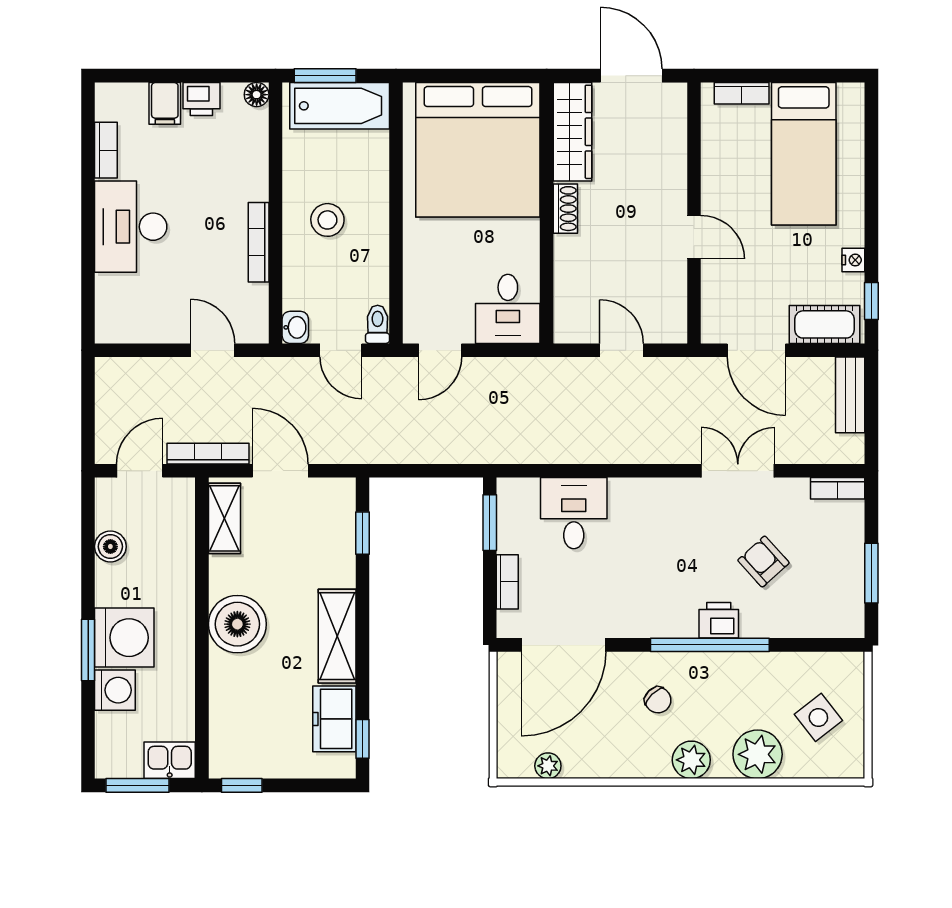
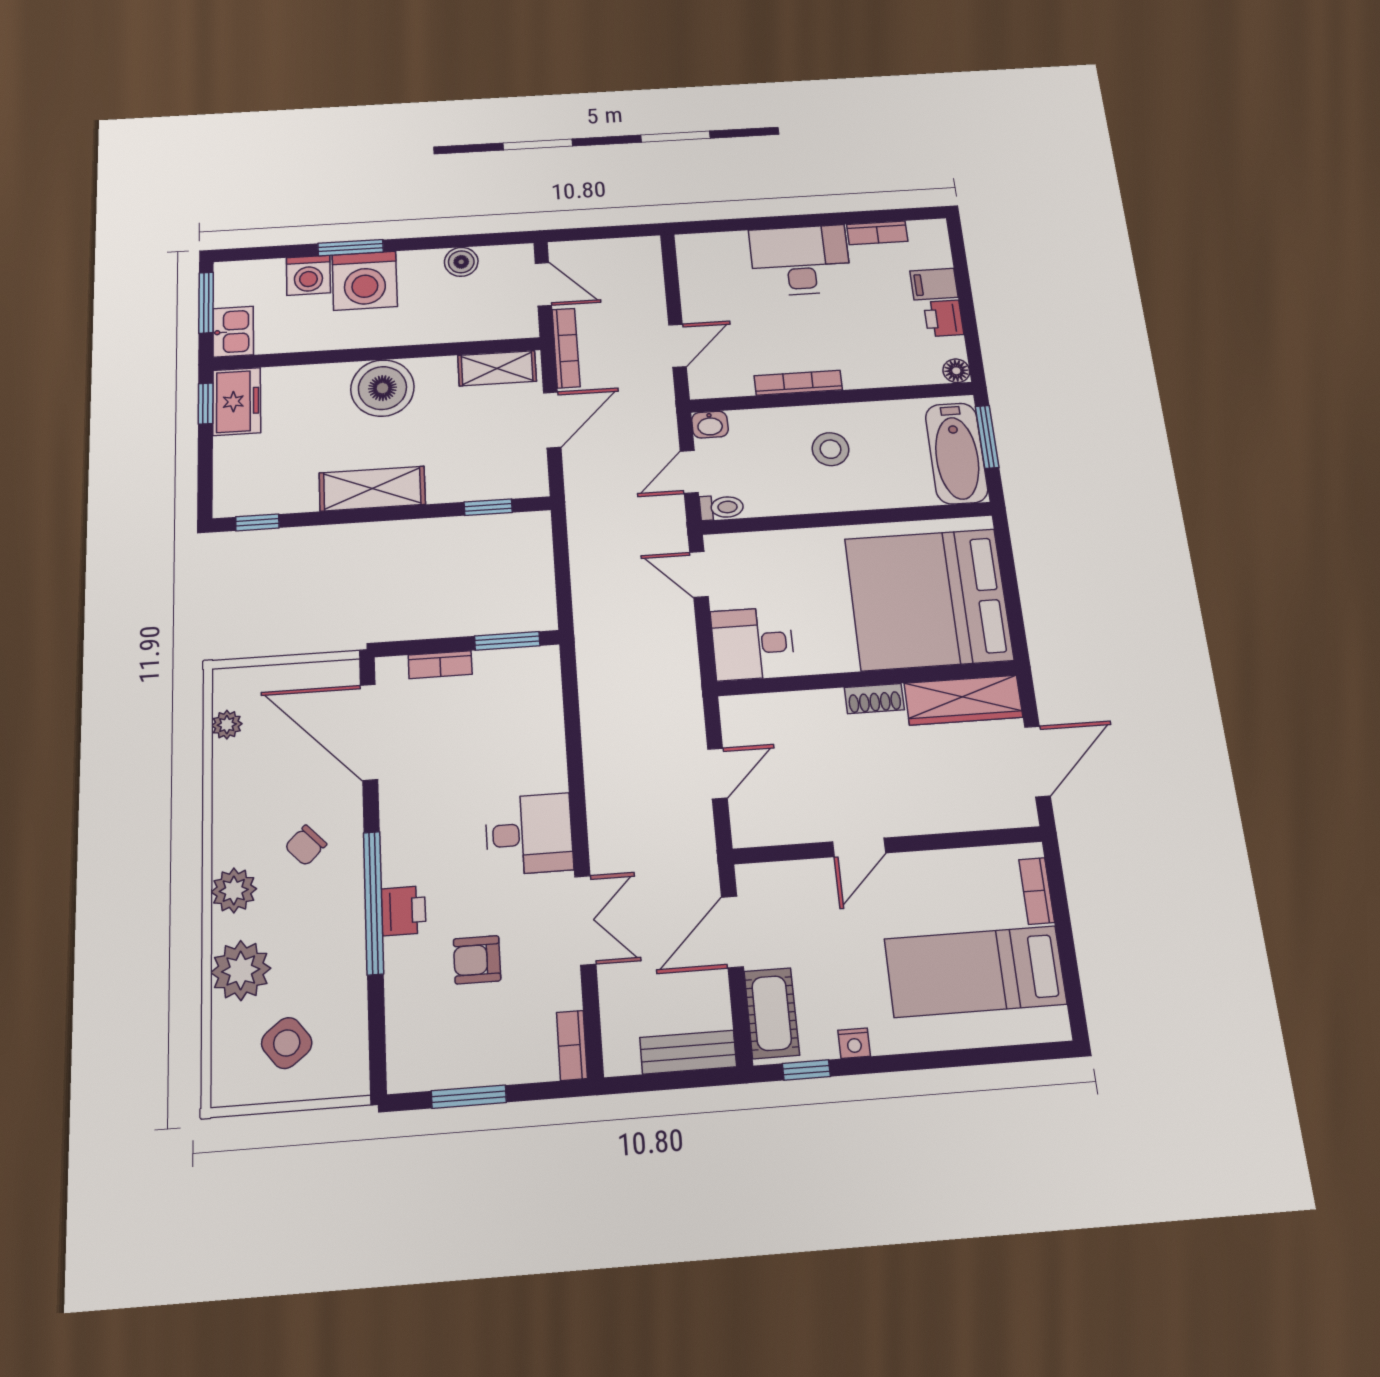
desk: (574, 513) -> (529, 834), moved
armchair: (763, 562) -> (477, 960), turned -138
freezer: (334, 719) -> (237, 401), moved, turned 90

